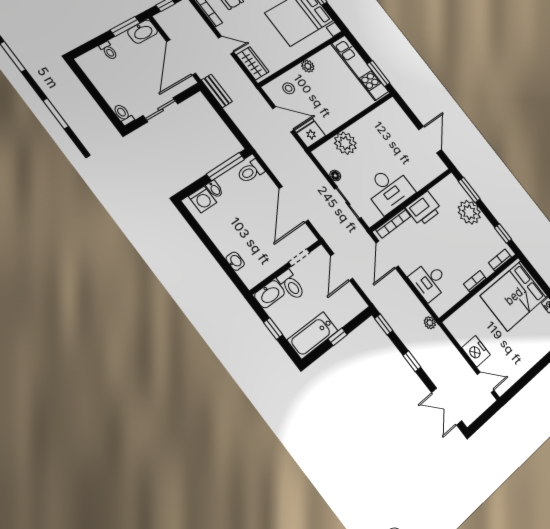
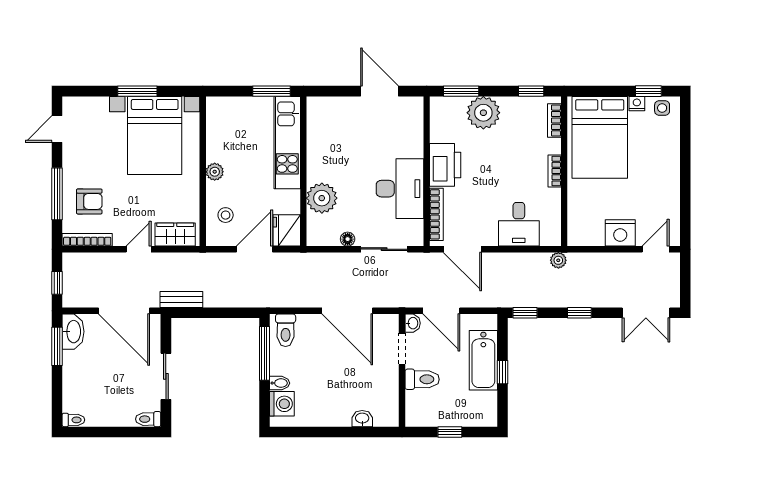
toilet: (109, 51) -> (73, 420), moved
kitchen unit: (360, 68) -> (287, 143), moved, turned 90
washbasin: (269, 294) -> (413, 323), moved, width x0.52, depth x0.69
bathtub: (313, 335) -> (483, 360), moved

